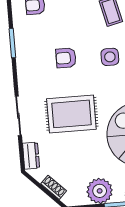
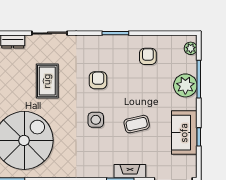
rug: (71, 114) -> (47, 81), width x0.73, depth x0.70

